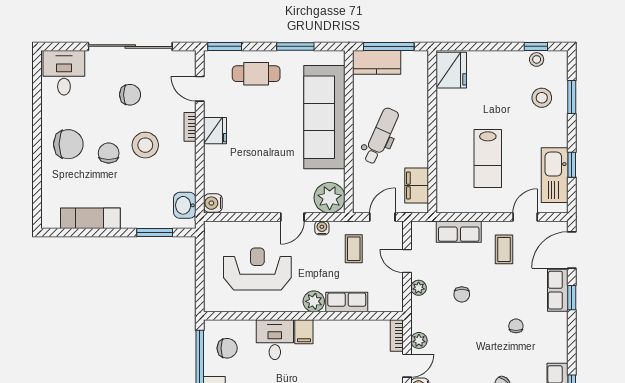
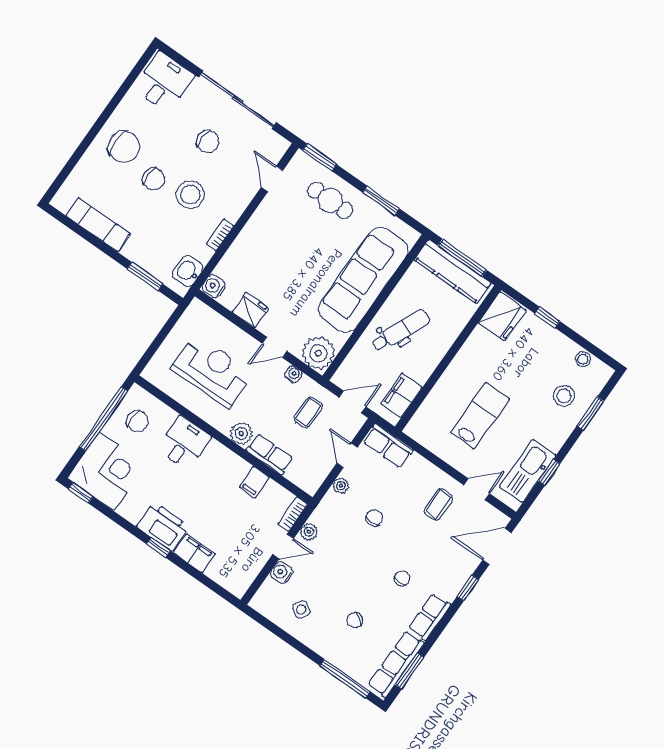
window: (536, 46) -> (547, 317), moved
kitchen counter: (377, 62) -> (453, 271), width x1.50
bookcase: (190, 127) -> (220, 235), moved
fridge: (215, 131) -> (250, 310), moved, turned -90
chair: (109, 153) -> (154, 179), turned 92
lab bench: (488, 158) -> (480, 416), turned 180
row of seats: (459, 232) -> (388, 446), moved
row of seats: (558, 290) -> (429, 617), moved
chair: (462, 294) -> (374, 518), turned 180
filing cabinet: (304, 332) -> (254, 482), moved

